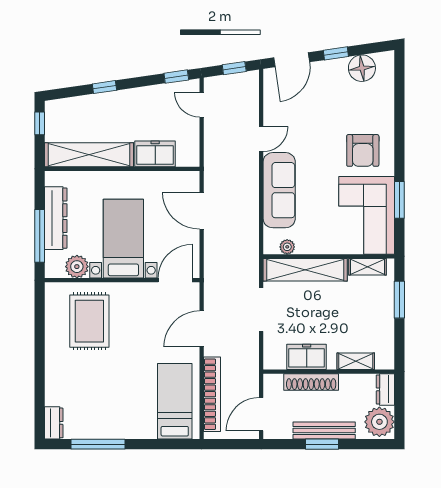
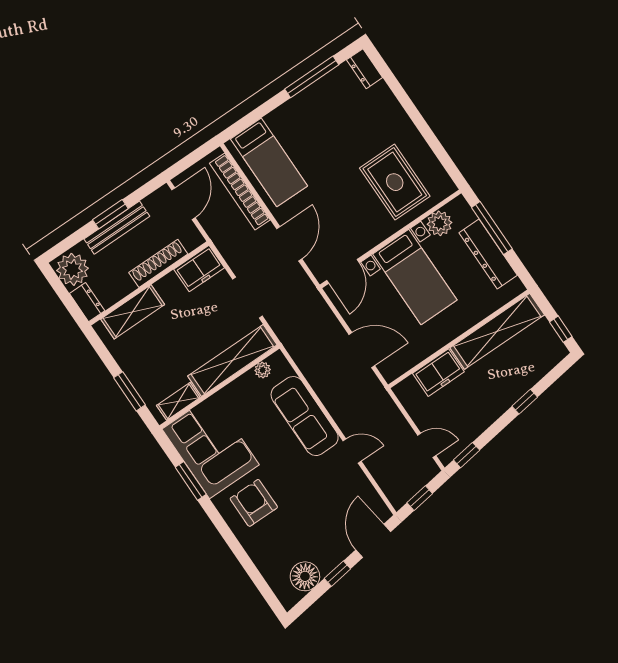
door: (261, 139) -> (352, 451), swing flipped
freezer: (307, 357) -> (199, 269), moved
shelving: (356, 361) -> (133, 312), width x1.50, depth x1.33

